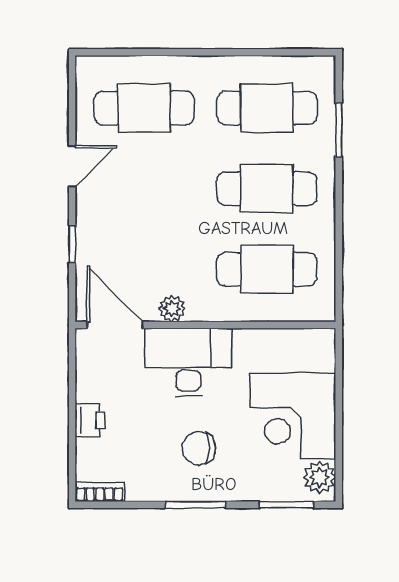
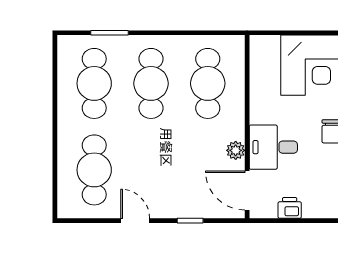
door: (115, 325) -> (247, 190), hinge flipped
desk: (188, 362) -> (273, 147), width x0.73
printer: (90, 420) -> (290, 208), moved

